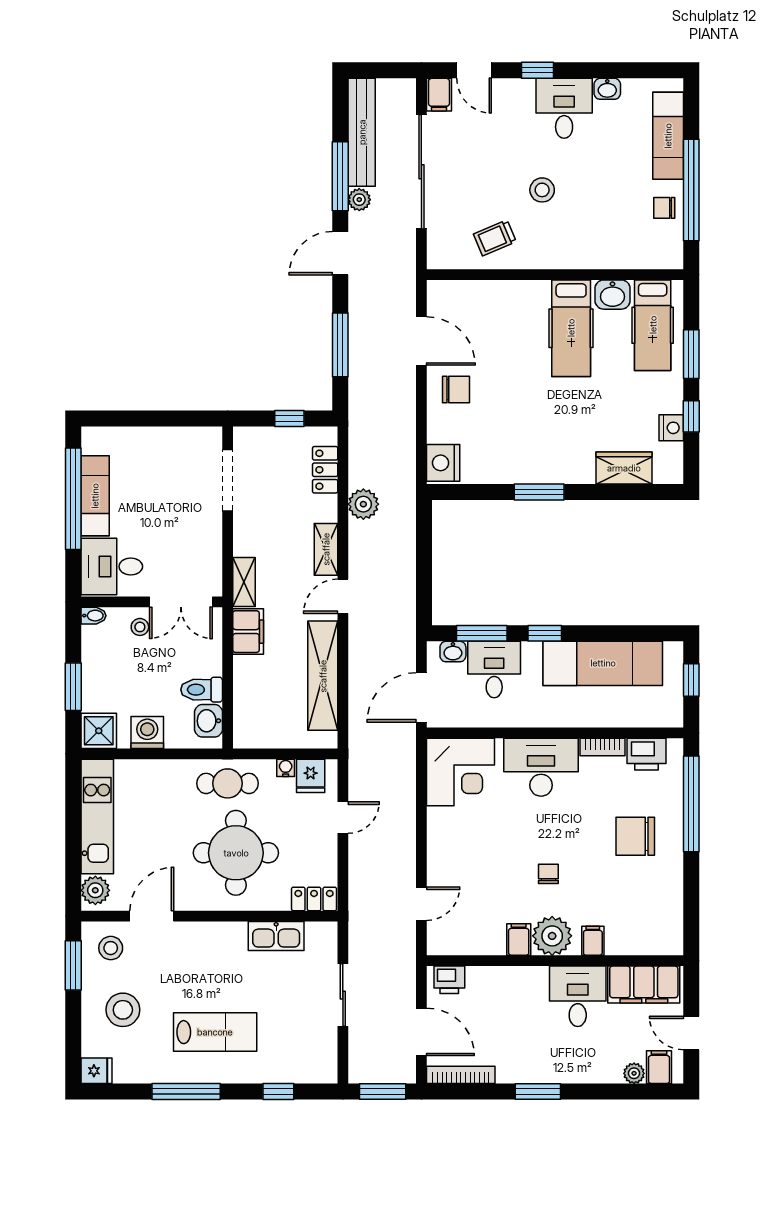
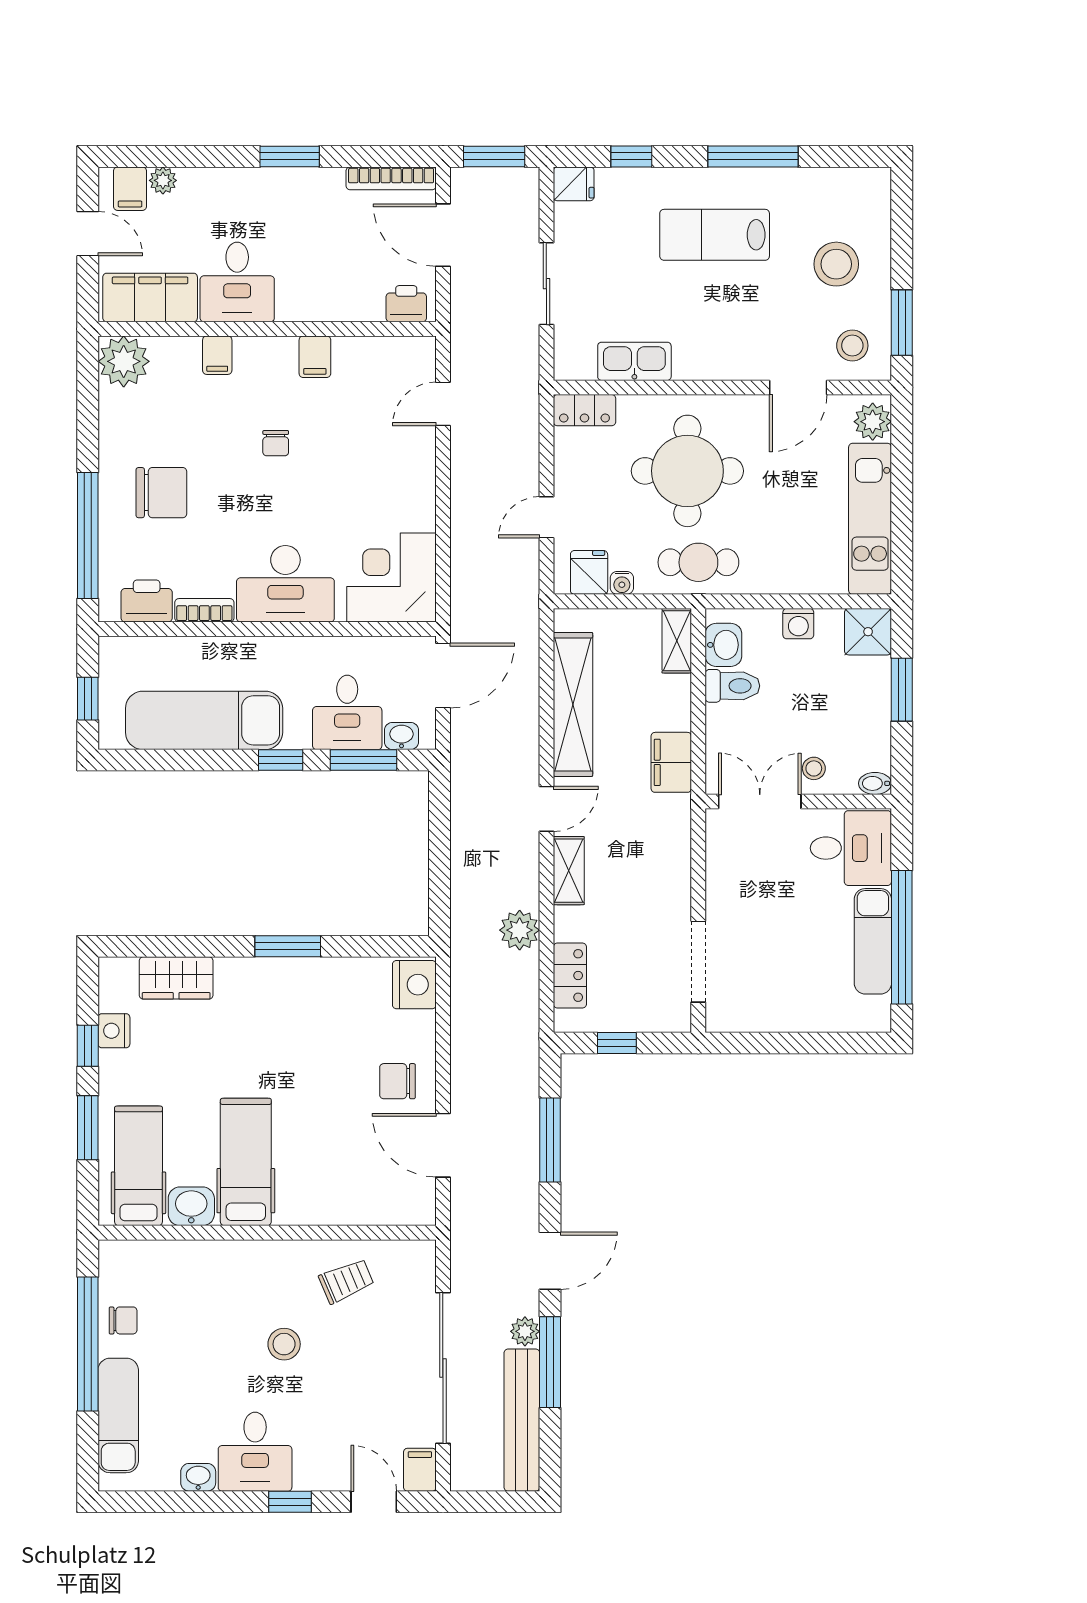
shelving: (244, 582) -> (677, 641), moved
washing machine: (147, 732) -> (798, 624), width x0.73, depth x0.73
plant: (552, 936) -> (124, 361), moved
fridge: (96, 1071) -> (574, 184), moved, turned 180

